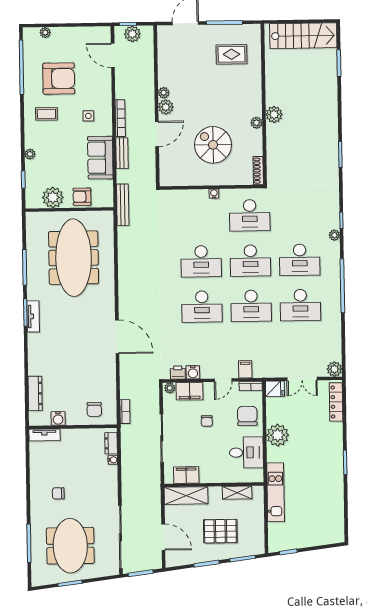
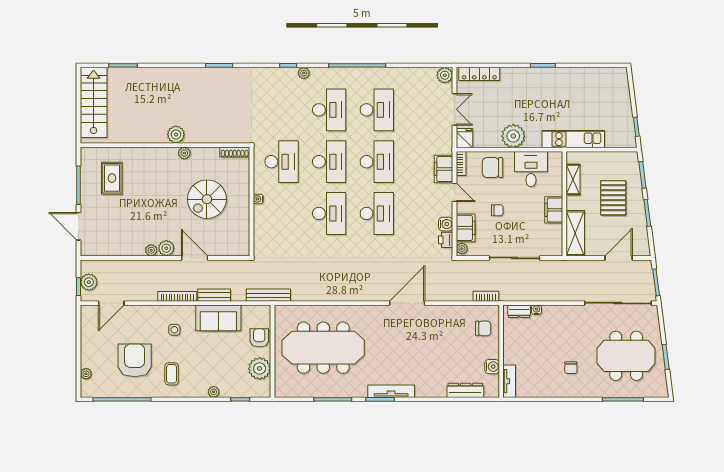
armchair: (82, 197) -> (259, 338), turned 180
tv unit: (33, 316) -> (391, 391), width x1.41
filing cabinet: (245, 369) -> (444, 169), width x2.00
filing cabinet: (186, 475) -> (554, 210), moved

